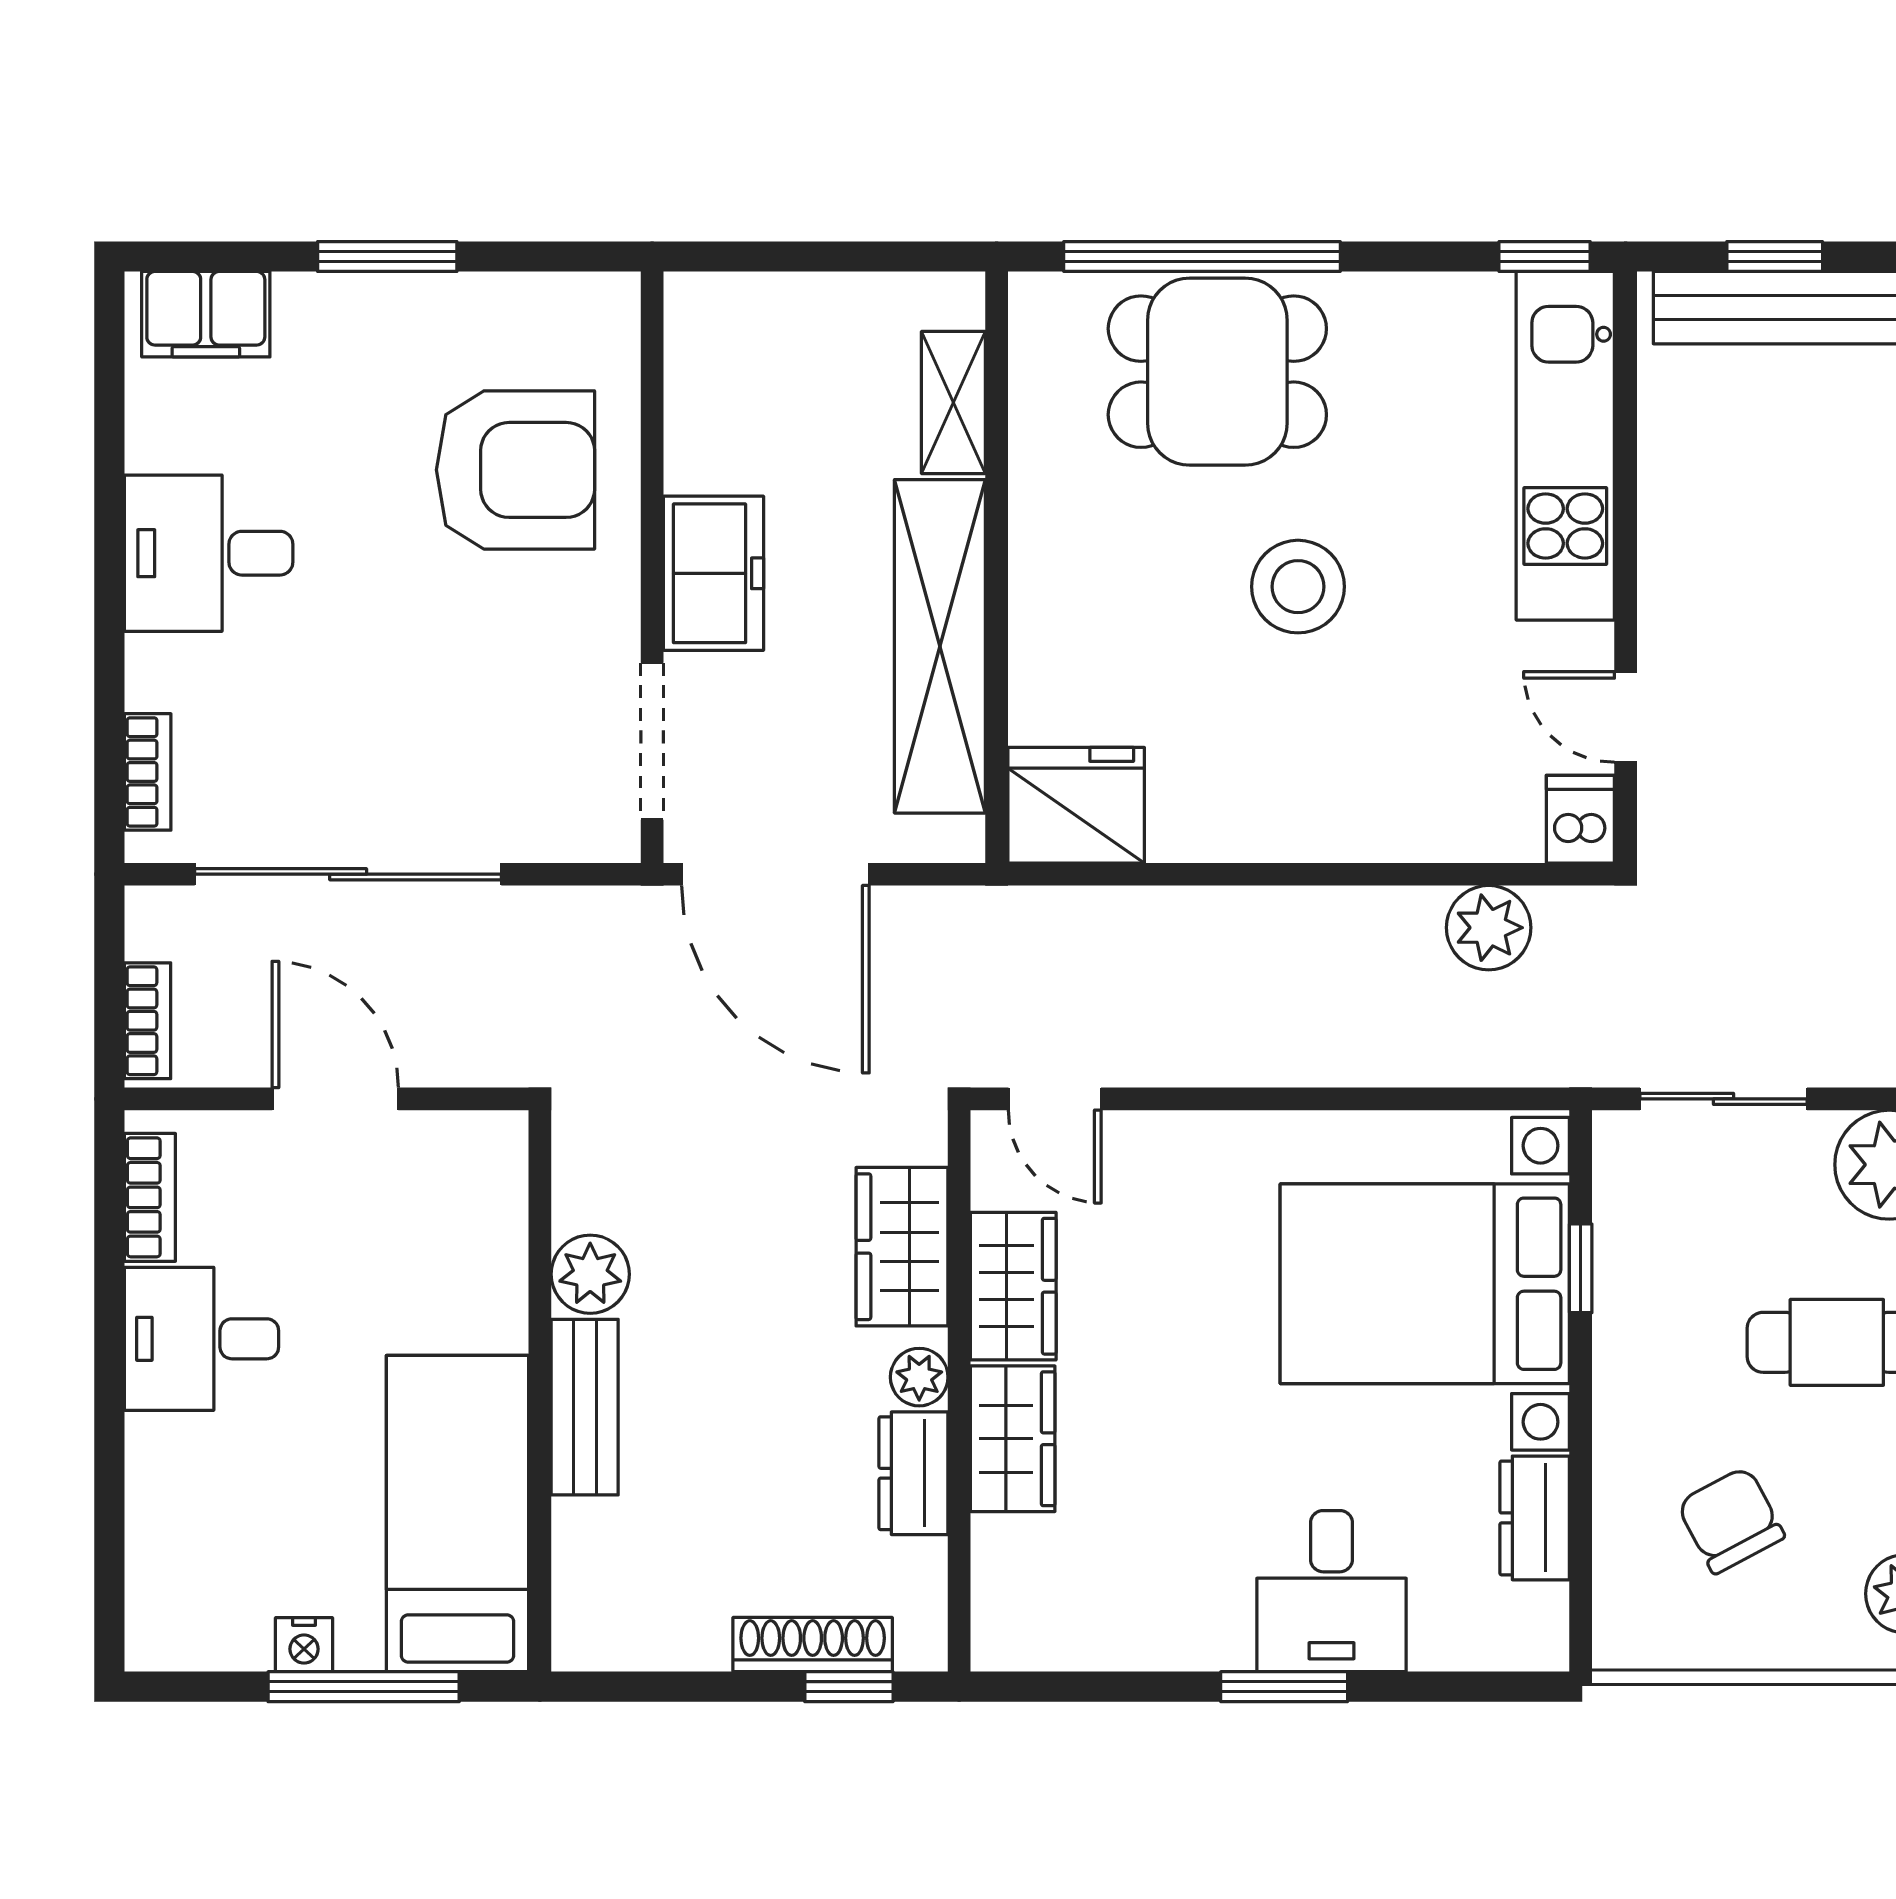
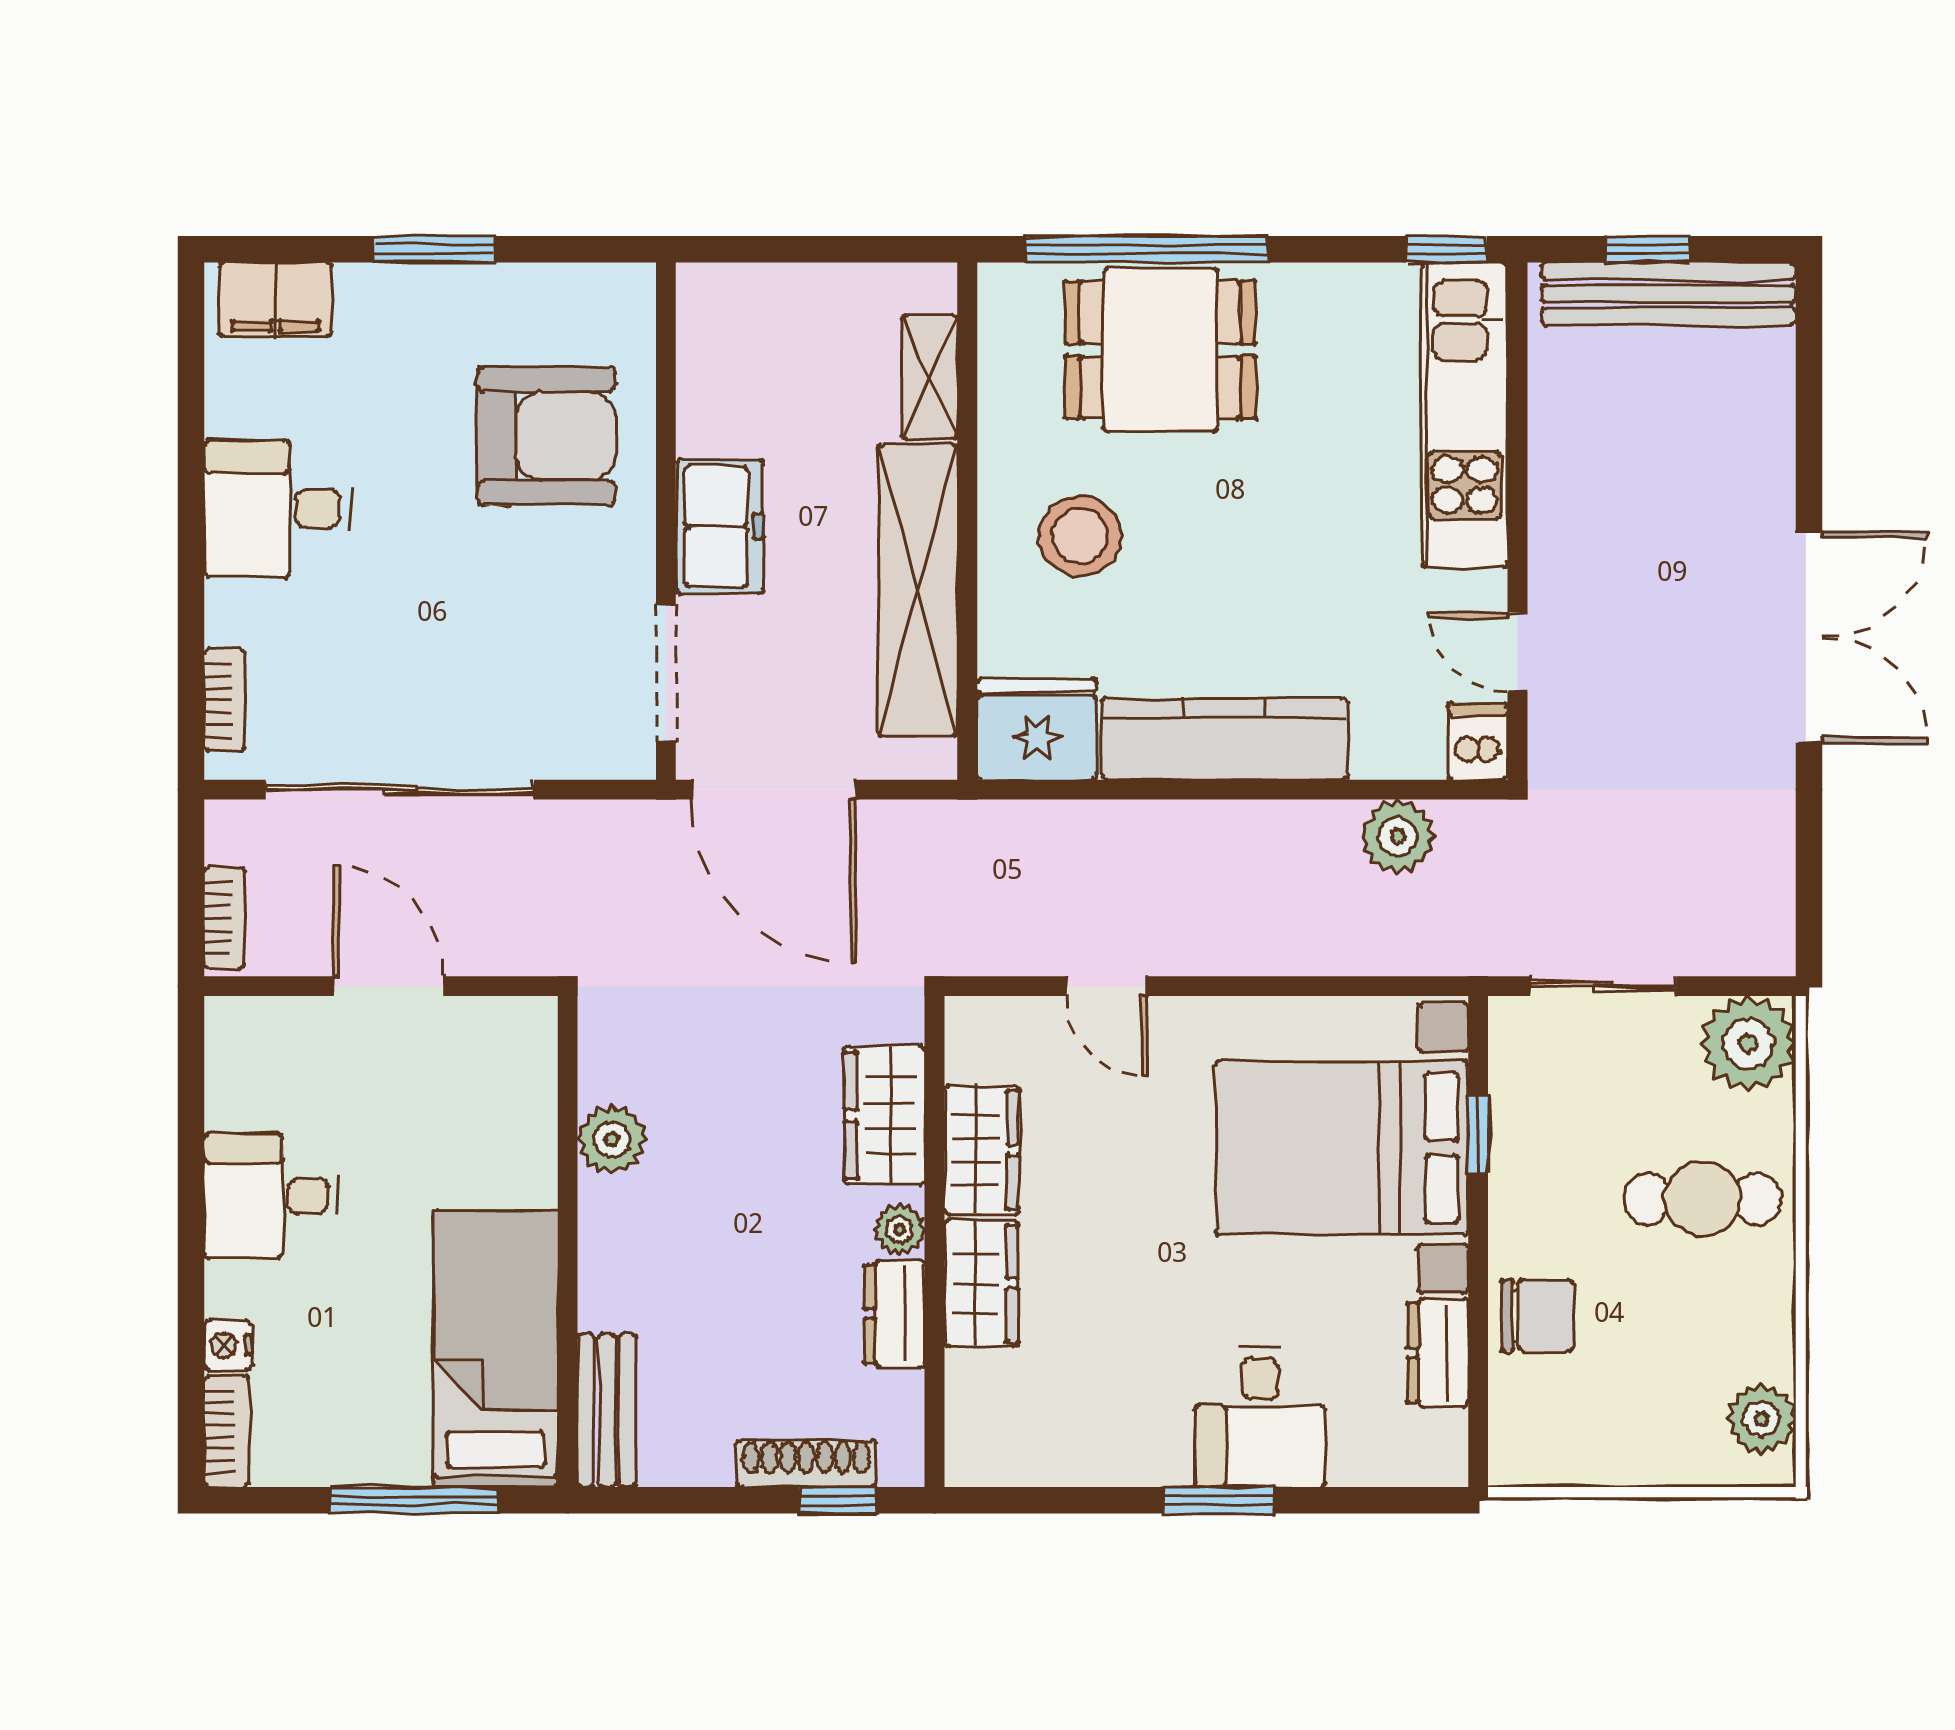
stool: (1298, 587) -> (1080, 536), moved
kitchen counter: (1291, 816) -> (1225, 739), added
door: (1055, 1099) -> (1107, 986), moved
bookcase: (150, 1197) -> (226, 1431), moved
bench: (585, 1407) -> (607, 1410), moved
chair: (1731, 1520) -> (1537, 1315), moved, turned 118
nightstand: (304, 1645) -> (228, 1345), moved, turned 90

